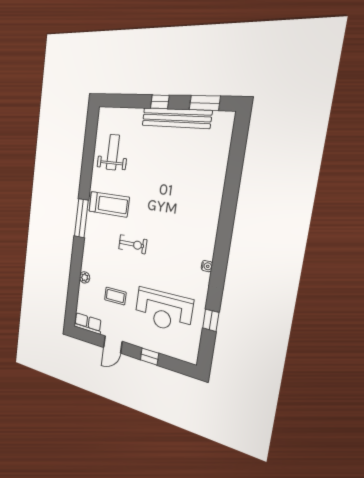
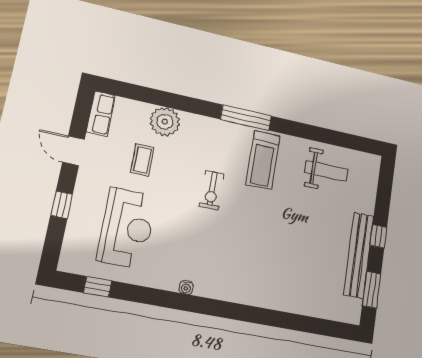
plant: (85, 277) -> (165, 122), width x1.87, depth x1.87
reception desk: (163, 310) -> (127, 228), turned 180
window: (211, 320) -> (98, 287), moved

